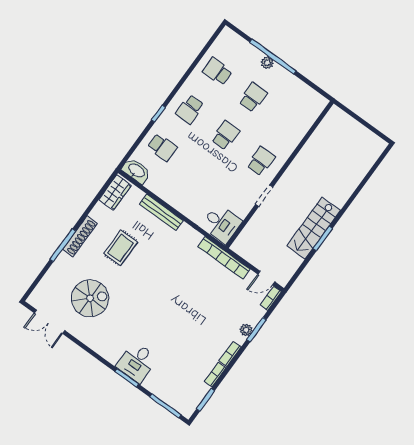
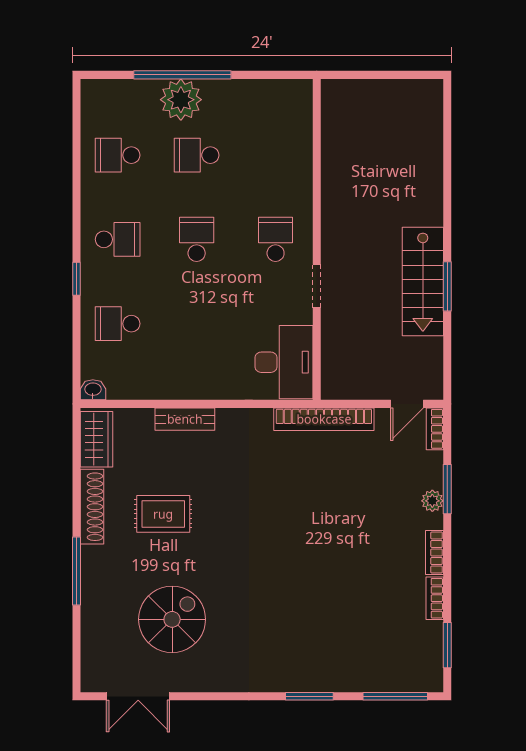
plant: (267, 63) -> (181, 100), width x1.87, depth x1.87
school desk: (253, 97) -> (197, 155), turned -90
school desk: (190, 109) -> (118, 239), turned -90
school desk: (162, 147) -> (118, 324), turned 180
washbasin: (136, 171) -> (93, 390), width x0.52, depth x0.69
bench: (161, 212) -> (185, 419), width x0.73
desk: (221, 224) -> (284, 362), width x1.37
shoe rack: (80, 236) -> (92, 507), moved
rug: (121, 248) -> (163, 514), turned 90
desk: (137, 362) -> (308, 663), removed

